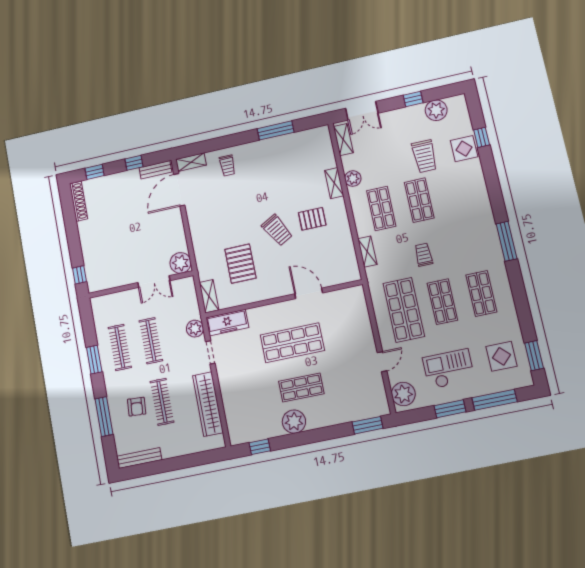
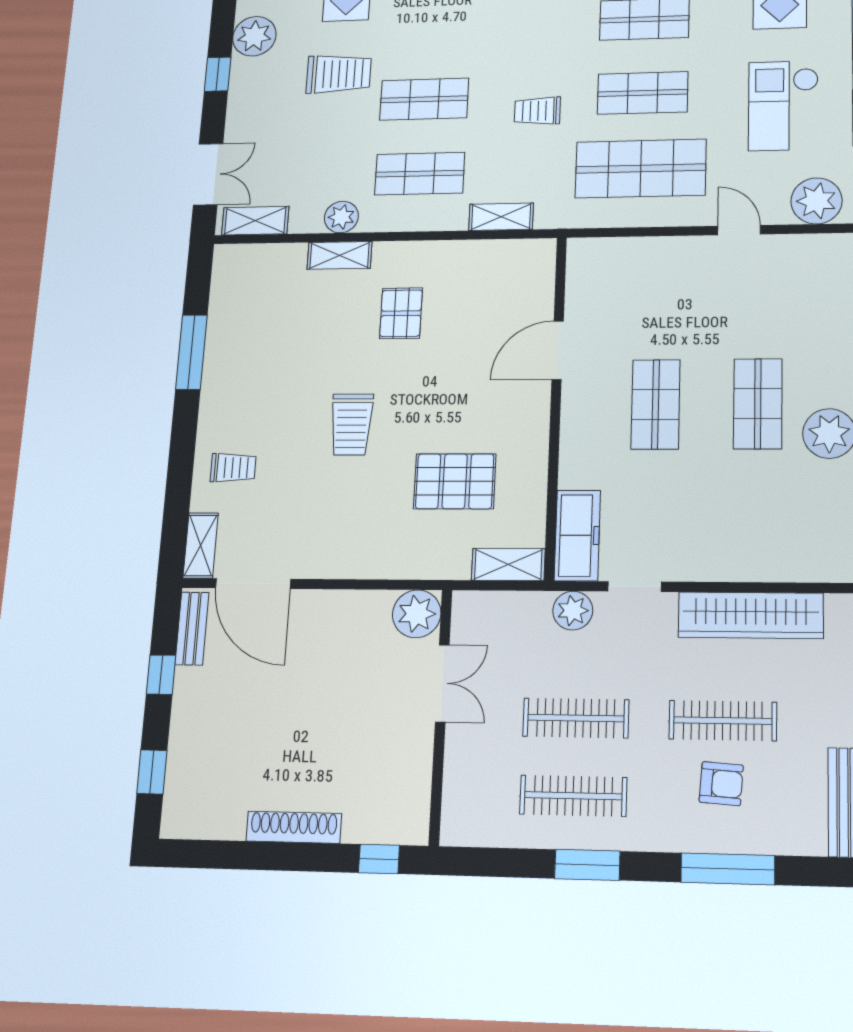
shoe rack: (79, 201) -> (294, 827), moved
trolley: (277, 230) -> (351, 424), moved, turned 119
shop shelf: (292, 343) -> (656, 404), width x0.70, depth x0.74

